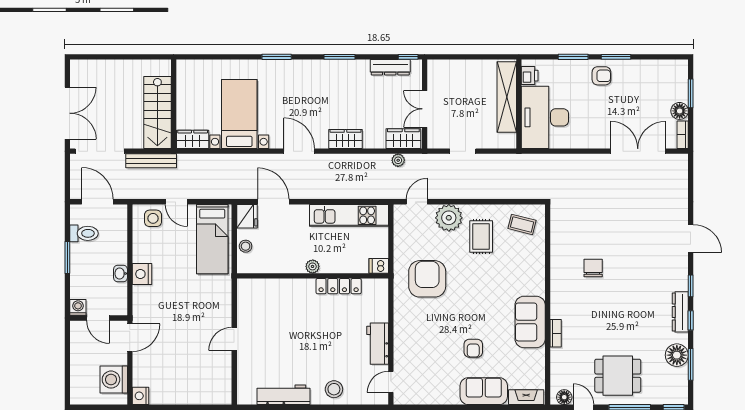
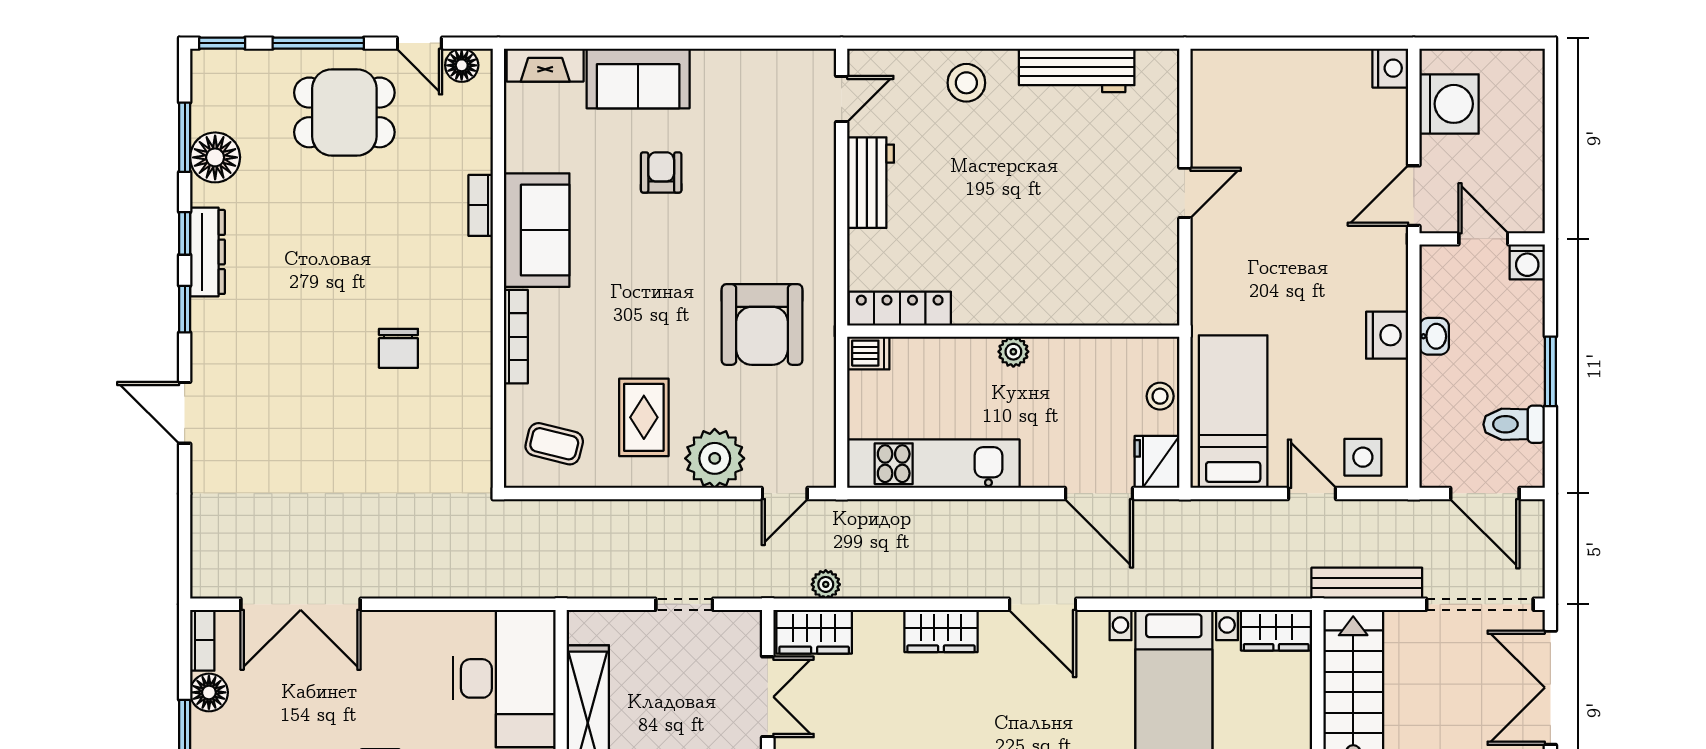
bookcase: (540, 273) -> (516, 337), added
locker: (339, 286) -> (900, 309), moved

